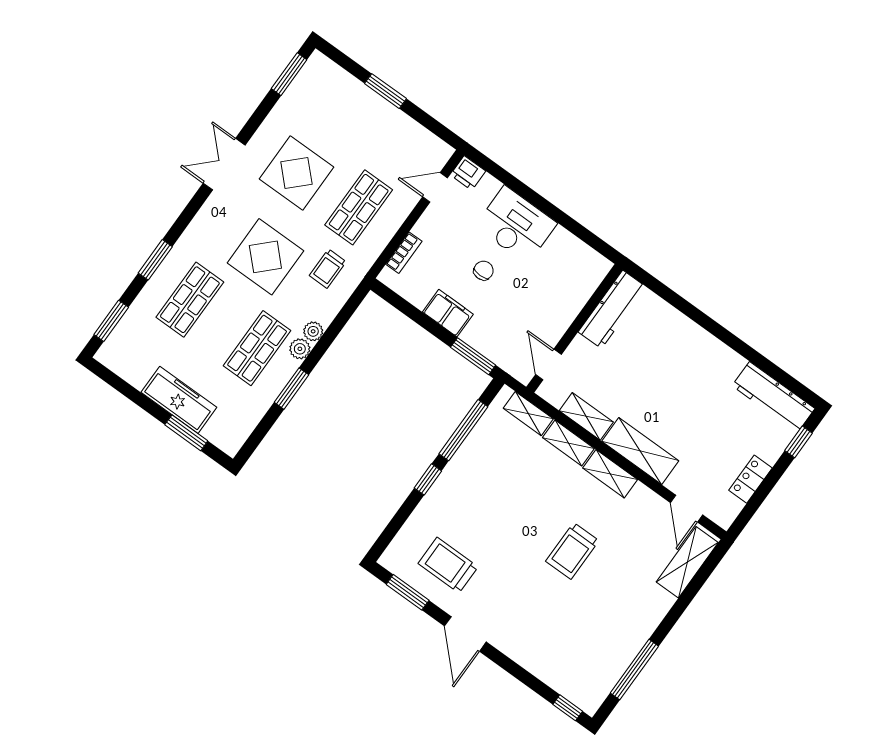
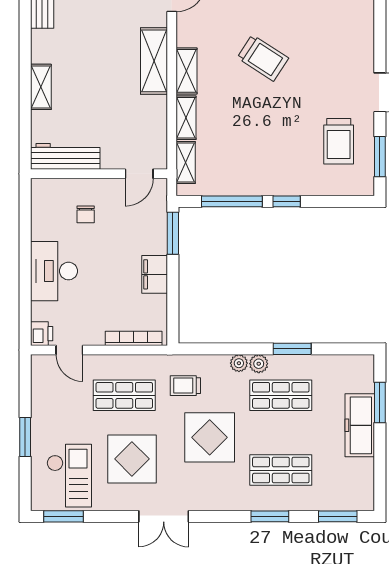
checkout: (322, 106) -> (69, 476), added
bookcase: (404, 253) -> (134, 338), width x1.56
trolley: (328, 269) -> (185, 386), turned 180
chair: (483, 271) -> (86, 214), moved, turned -90
shelving: (586, 416) -> (41, 87), moved
trolley: (572, 551) -> (263, 58), turned 33

